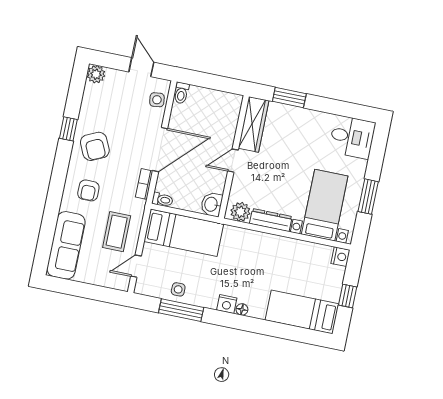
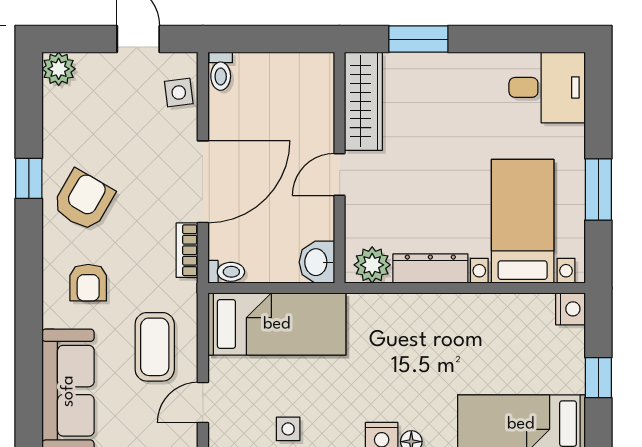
armchair: (95, 146) -> (83, 200), turned -125

